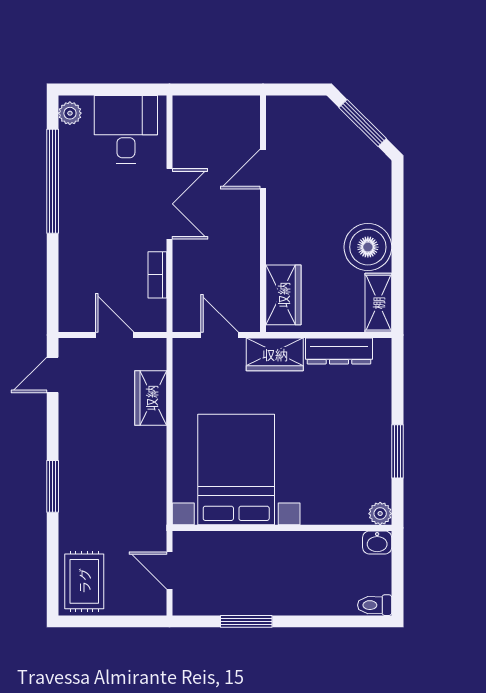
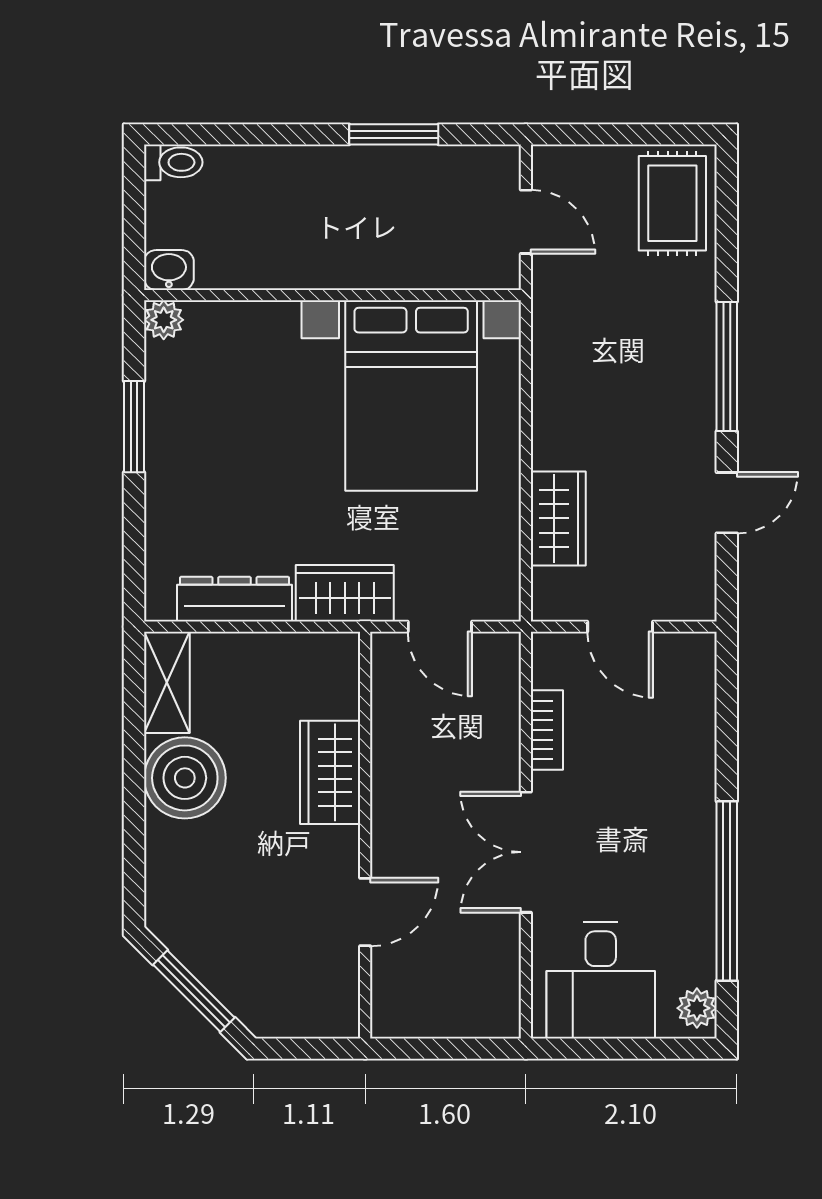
wardrobe: (283, 295) -> (330, 772), moved
door: (53, 375) -> (727, 503), moved
window: (53, 486) -> (727, 366), width x1.44

